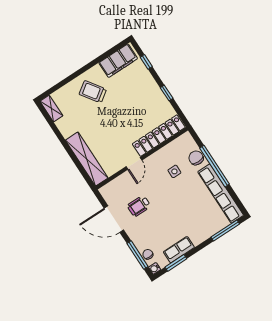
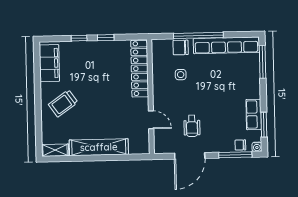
window: (146, 62) -> (79, 38), moved
shelving: (87, 159) -> (99, 147), moved
door: (134, 163) -> (151, 120), moved

